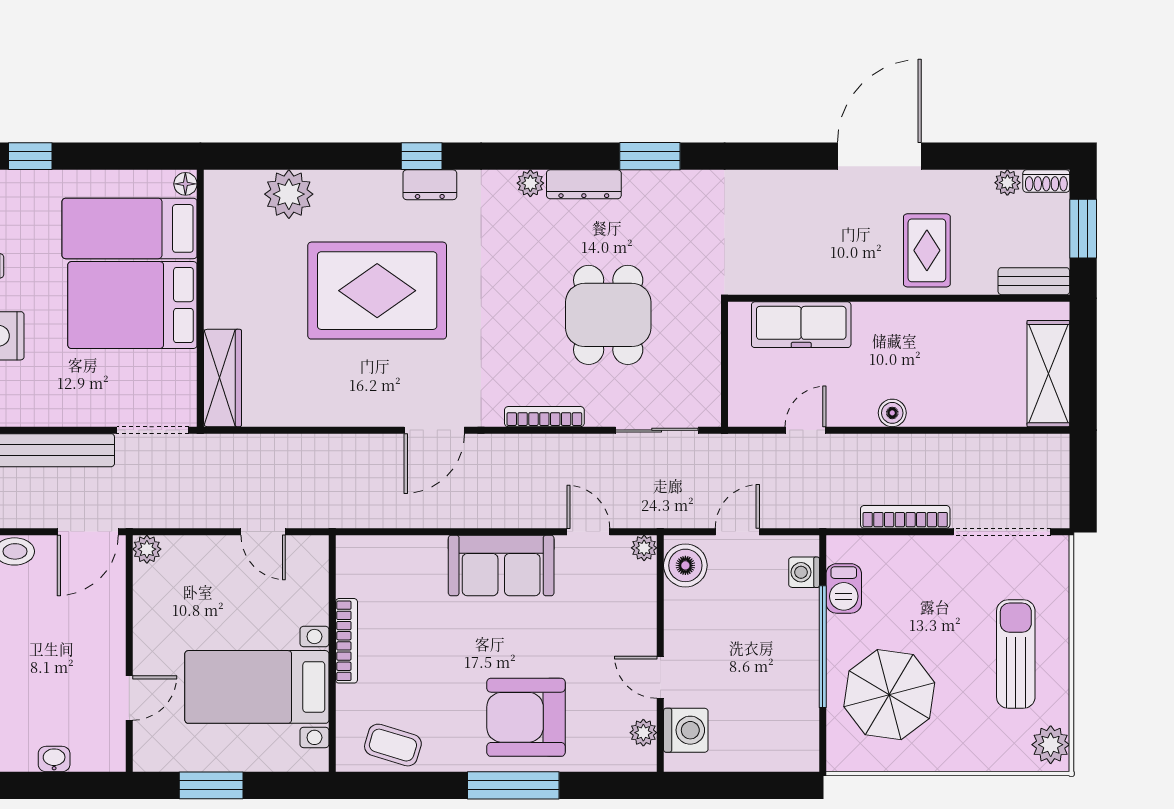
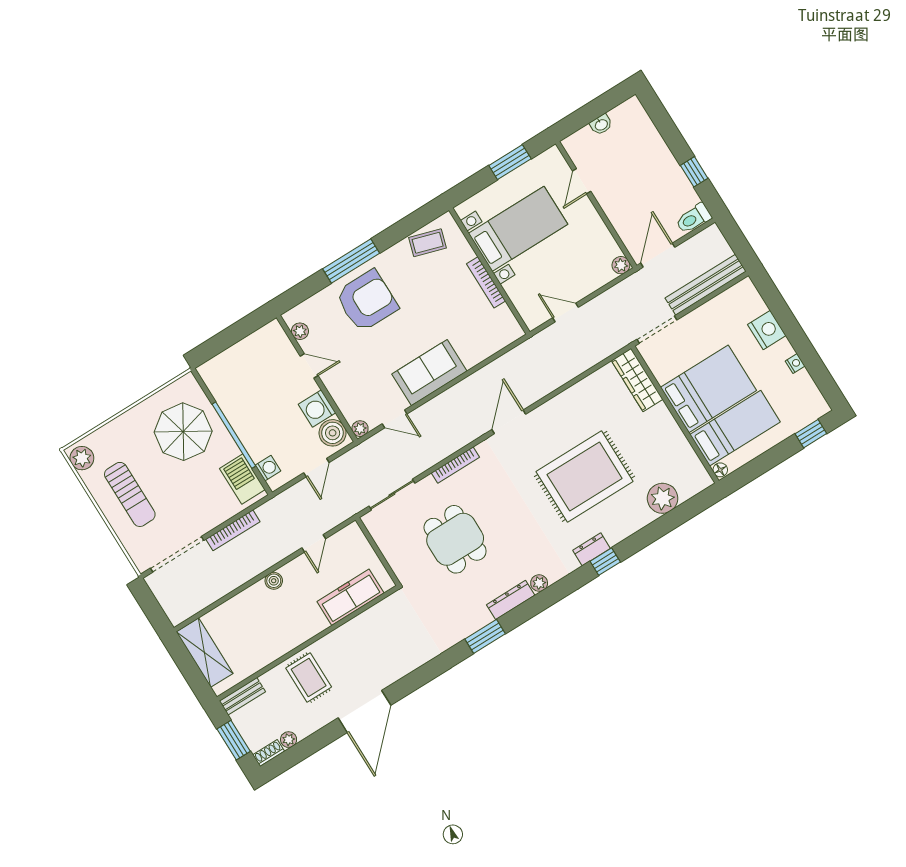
barbecue: (844, 588) -> (242, 479), width x1.38, depth x1.27
washing machine: (686, 730) -> (317, 409), moved

